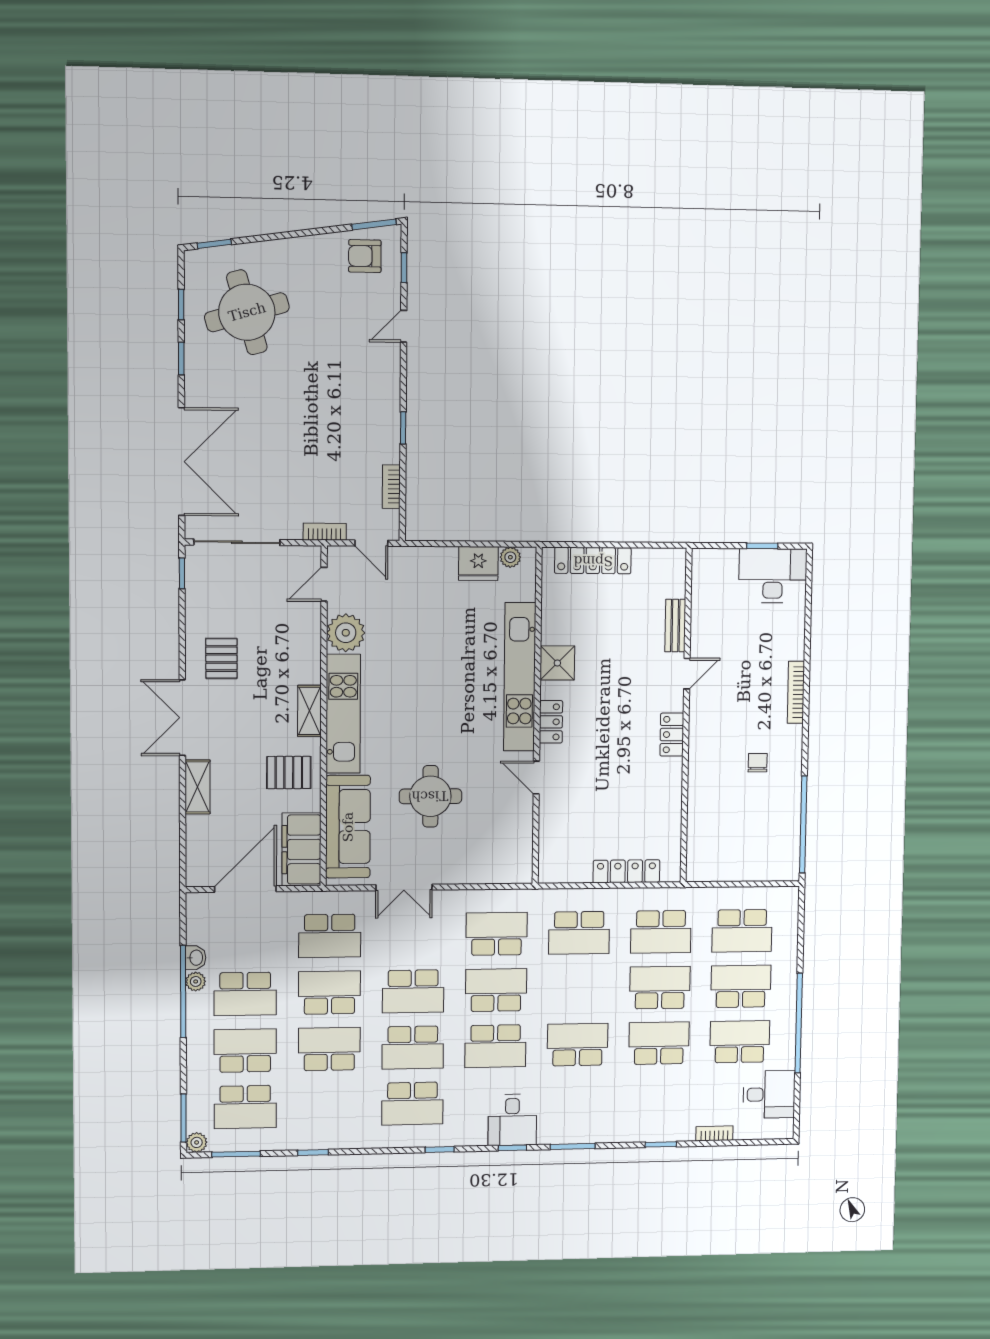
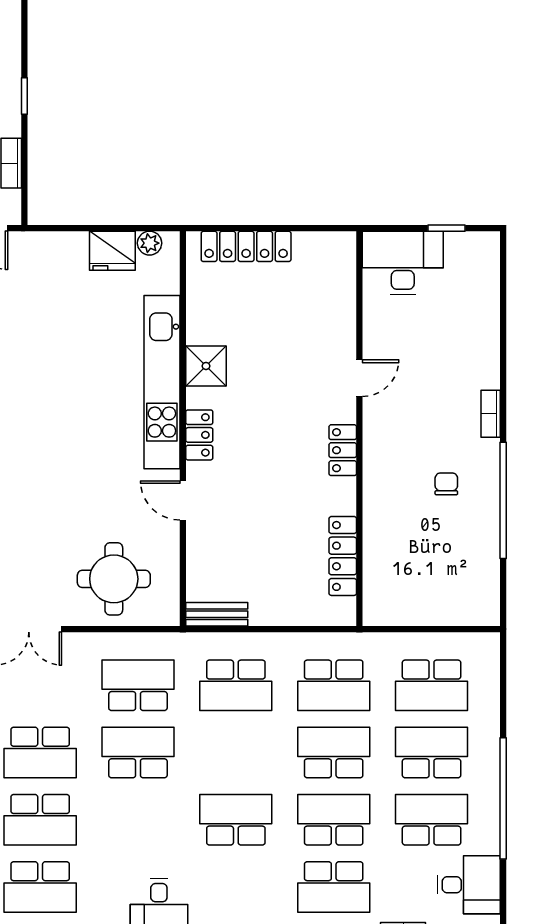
desk: (773, 576) -> (403, 263), moved
bench: (675, 625) -> (217, 614), moved, turned 90
bookcase: (796, 692) -> (491, 414), width x0.64
round table: (430, 796) -> (114, 579), moved
window: (803, 824) -> (503, 500), moved
locker: (626, 871) -> (343, 556), moved, turned -90
school desk: (495, 1046) -> (334, 887), moved

